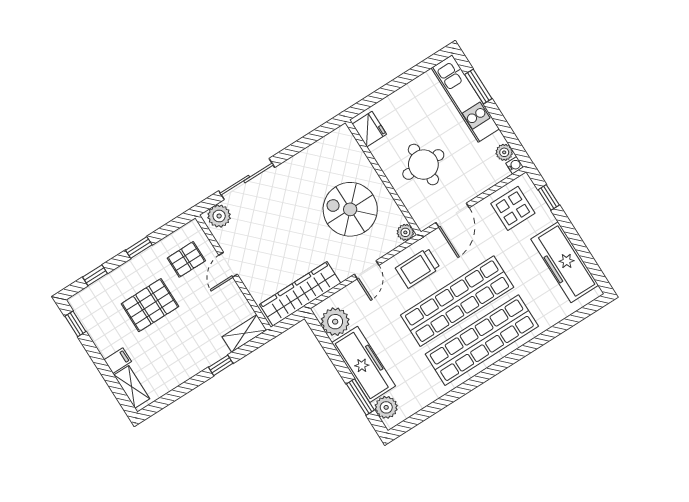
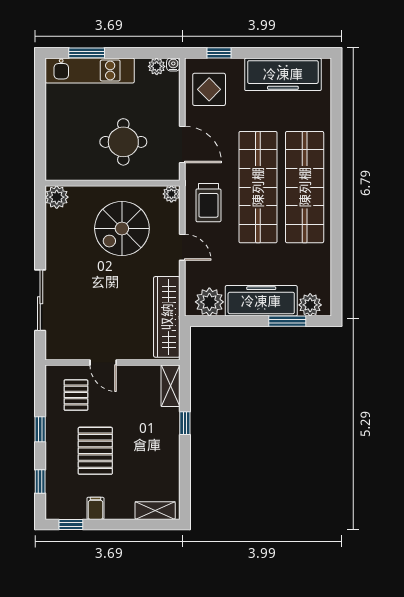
fridge: (369, 129) -> (64, 169), removed
plant: (219, 216) -> (57, 197), moved
filing cabinet: (118, 361) -> (95, 508), moved

